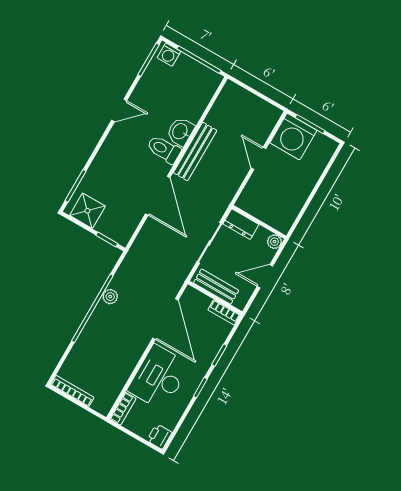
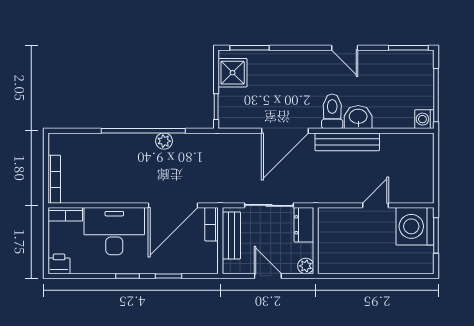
washing machine: (169, 55) -> (424, 119), moved
bookcase: (224, 312) -> (211, 224), moved
bookcase: (72, 391) -> (54, 179), moved

